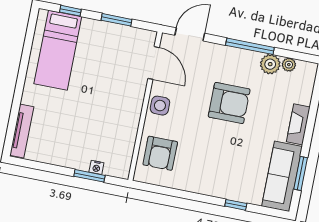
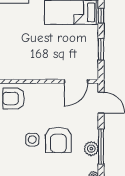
plant: (270, 64) -> (91, 149), moved
side table: (160, 106) -> (32, 140), moved

